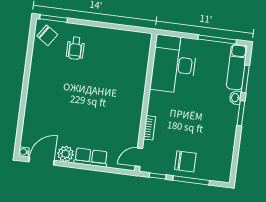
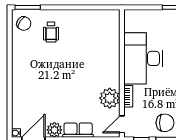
desk: (174, 64) -> (143, 58), moved
plant: (129, 127) -> (110, 98), added

